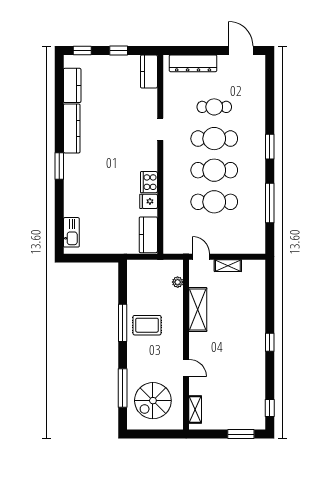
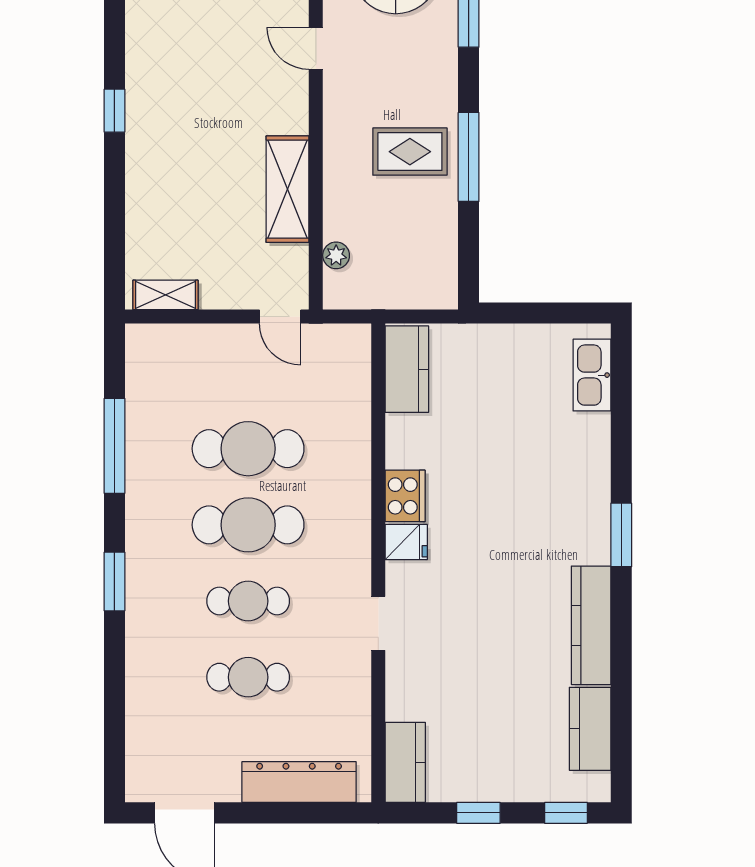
cafe table: (214, 139) -> (248, 601), width x0.73, depth x0.74
fridge: (149, 201) -> (406, 542), moved
shelving: (228, 266) -> (165, 295), moved

